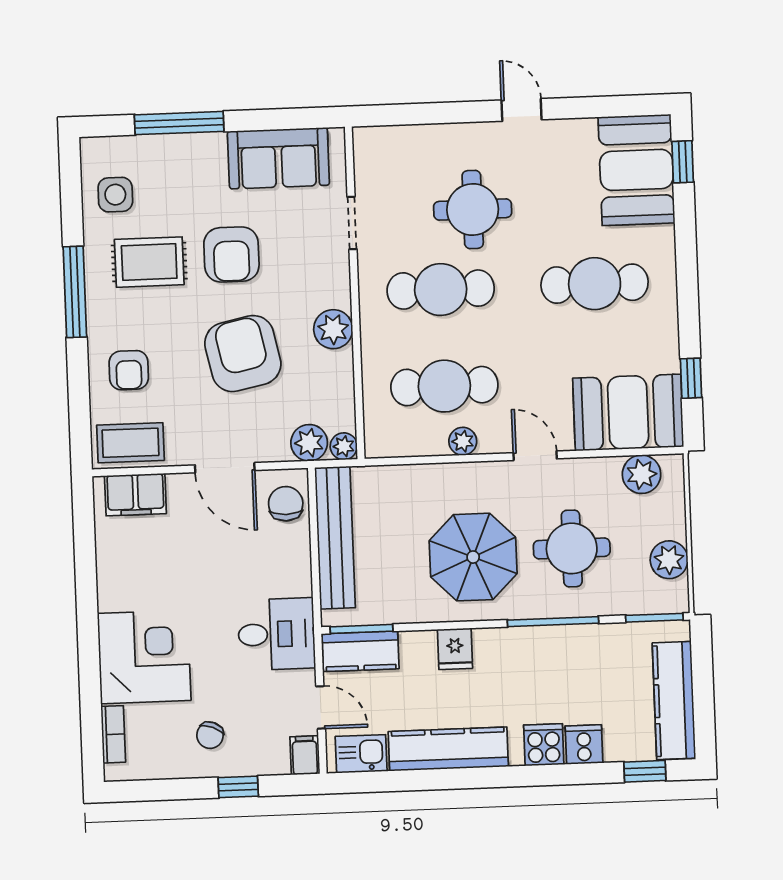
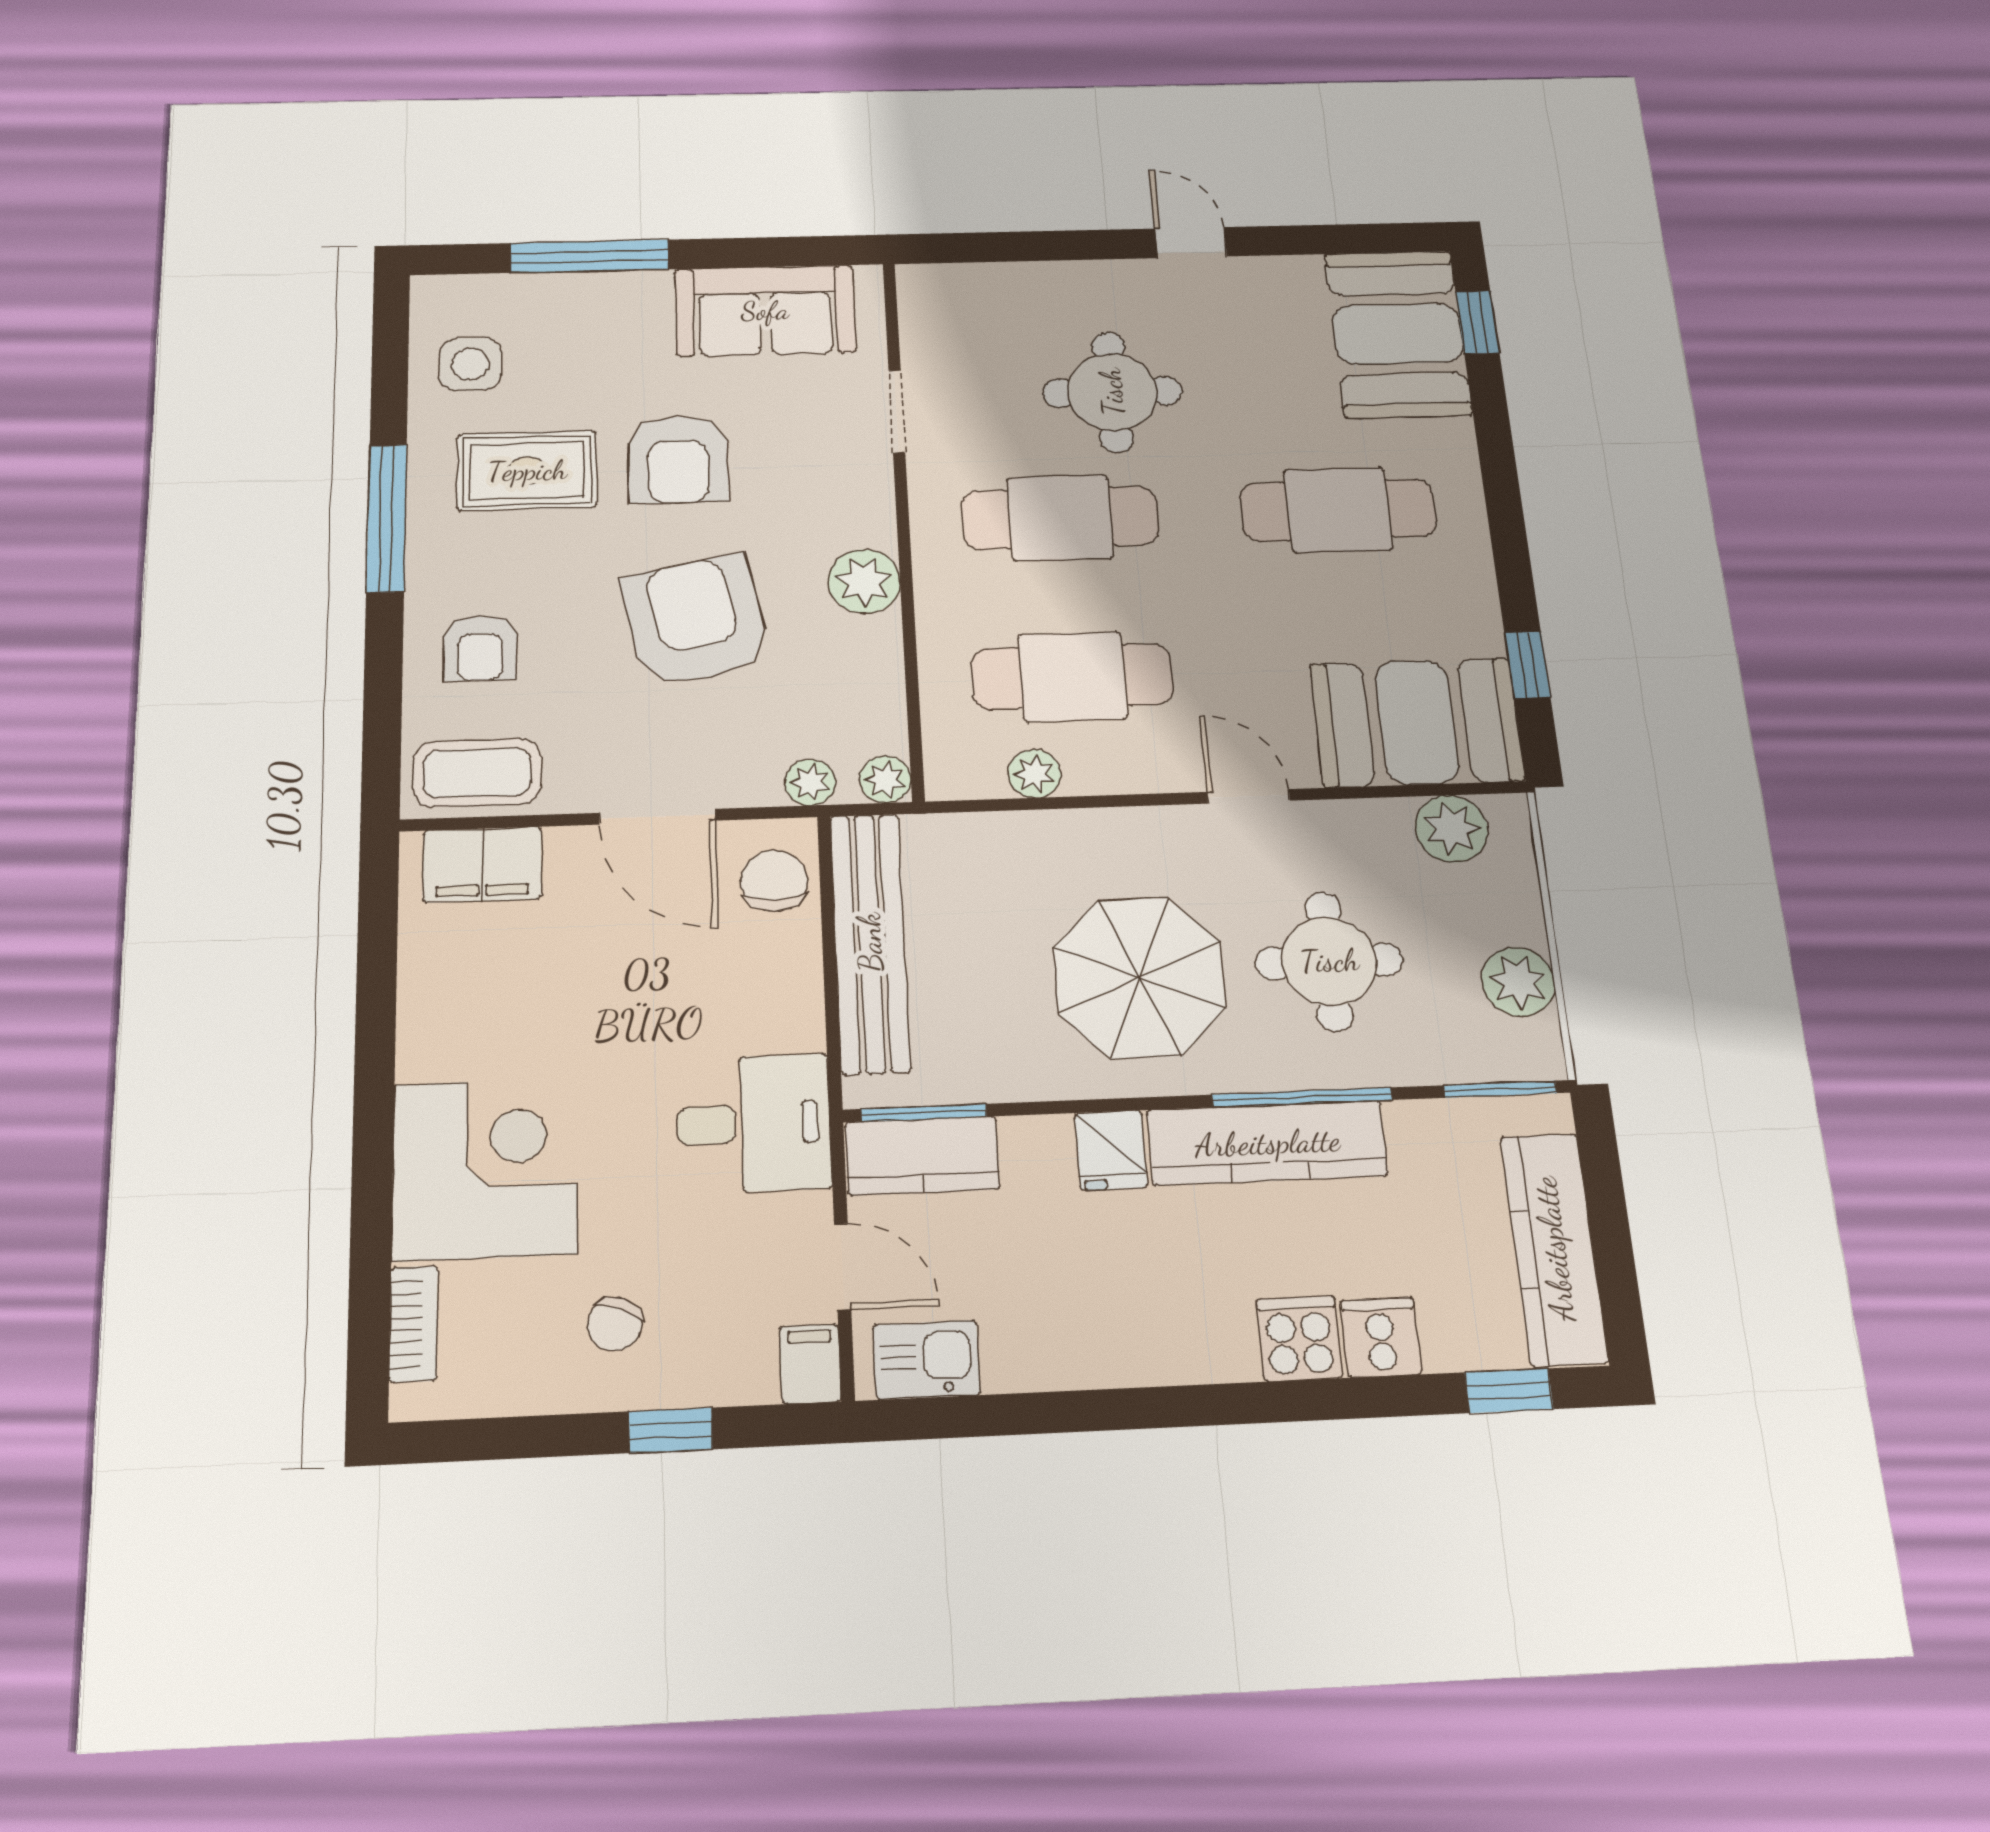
plant: (463, 441) -> (1034, 774), moved
plant: (309, 443) -> (810, 782), width x0.73, depth x0.73
kitchen counter: (448, 749) -> (1267, 1143), moved, turned 180

